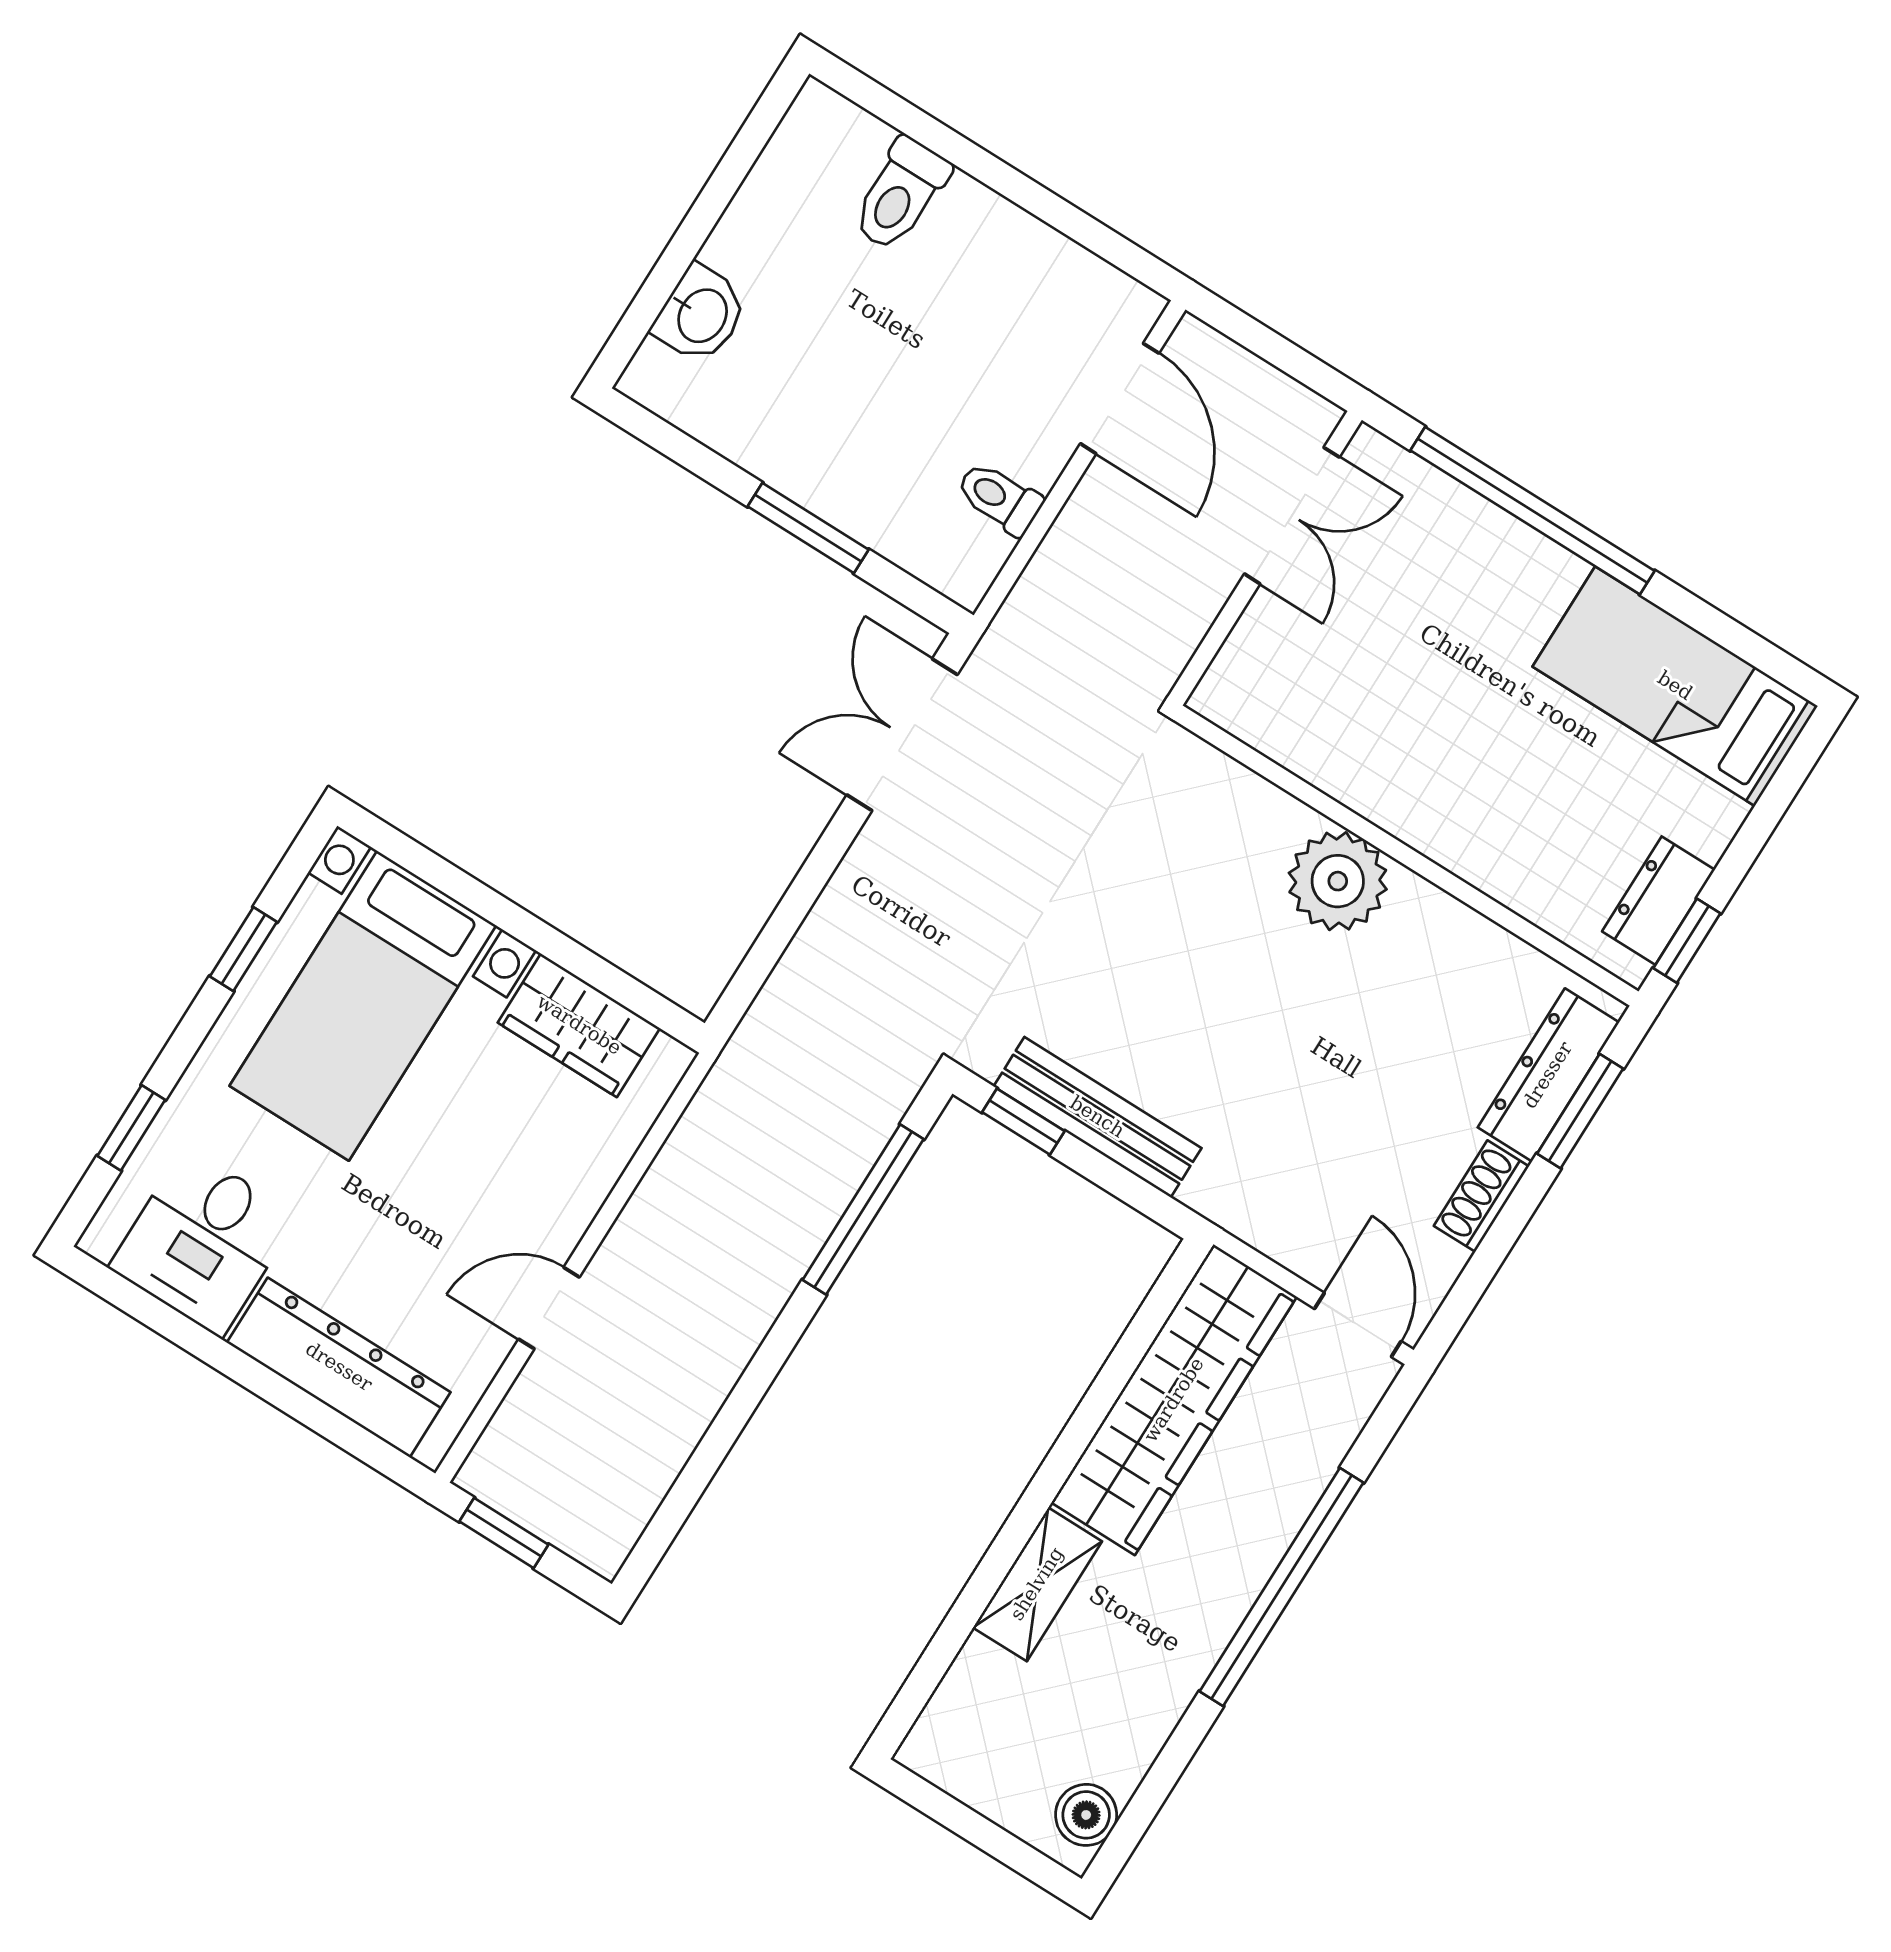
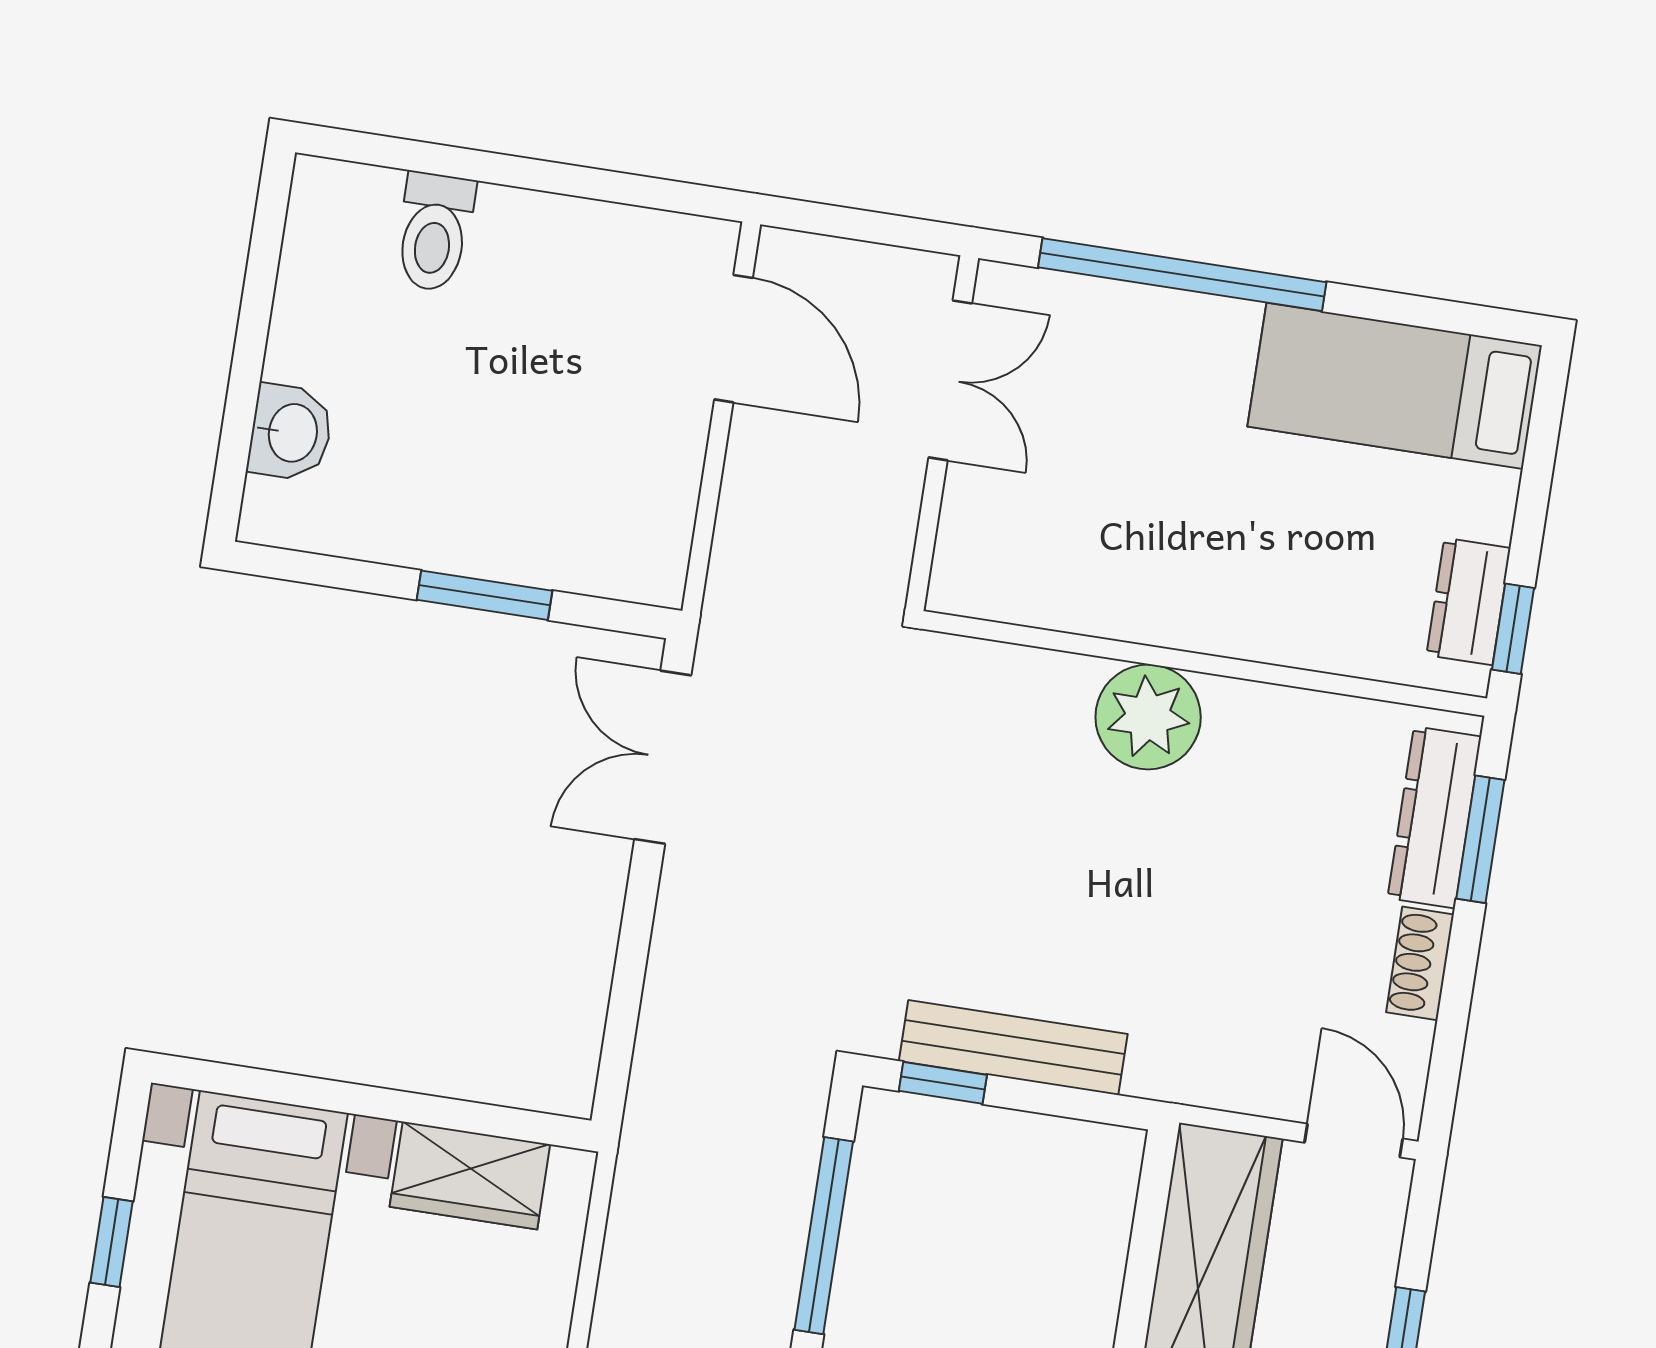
toilet: (999, 498) -> (658, 486), removed

